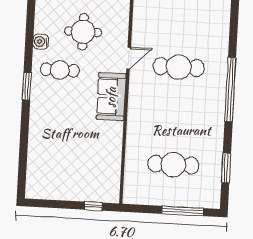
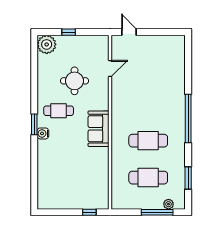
water cooler: (41, 42) -> (43, 133), moved
door: (129, 58) -> (110, 69), moved
cafe table: (179, 67) -> (148, 141), moved
plant: (198, 201) -> (168, 204), added

